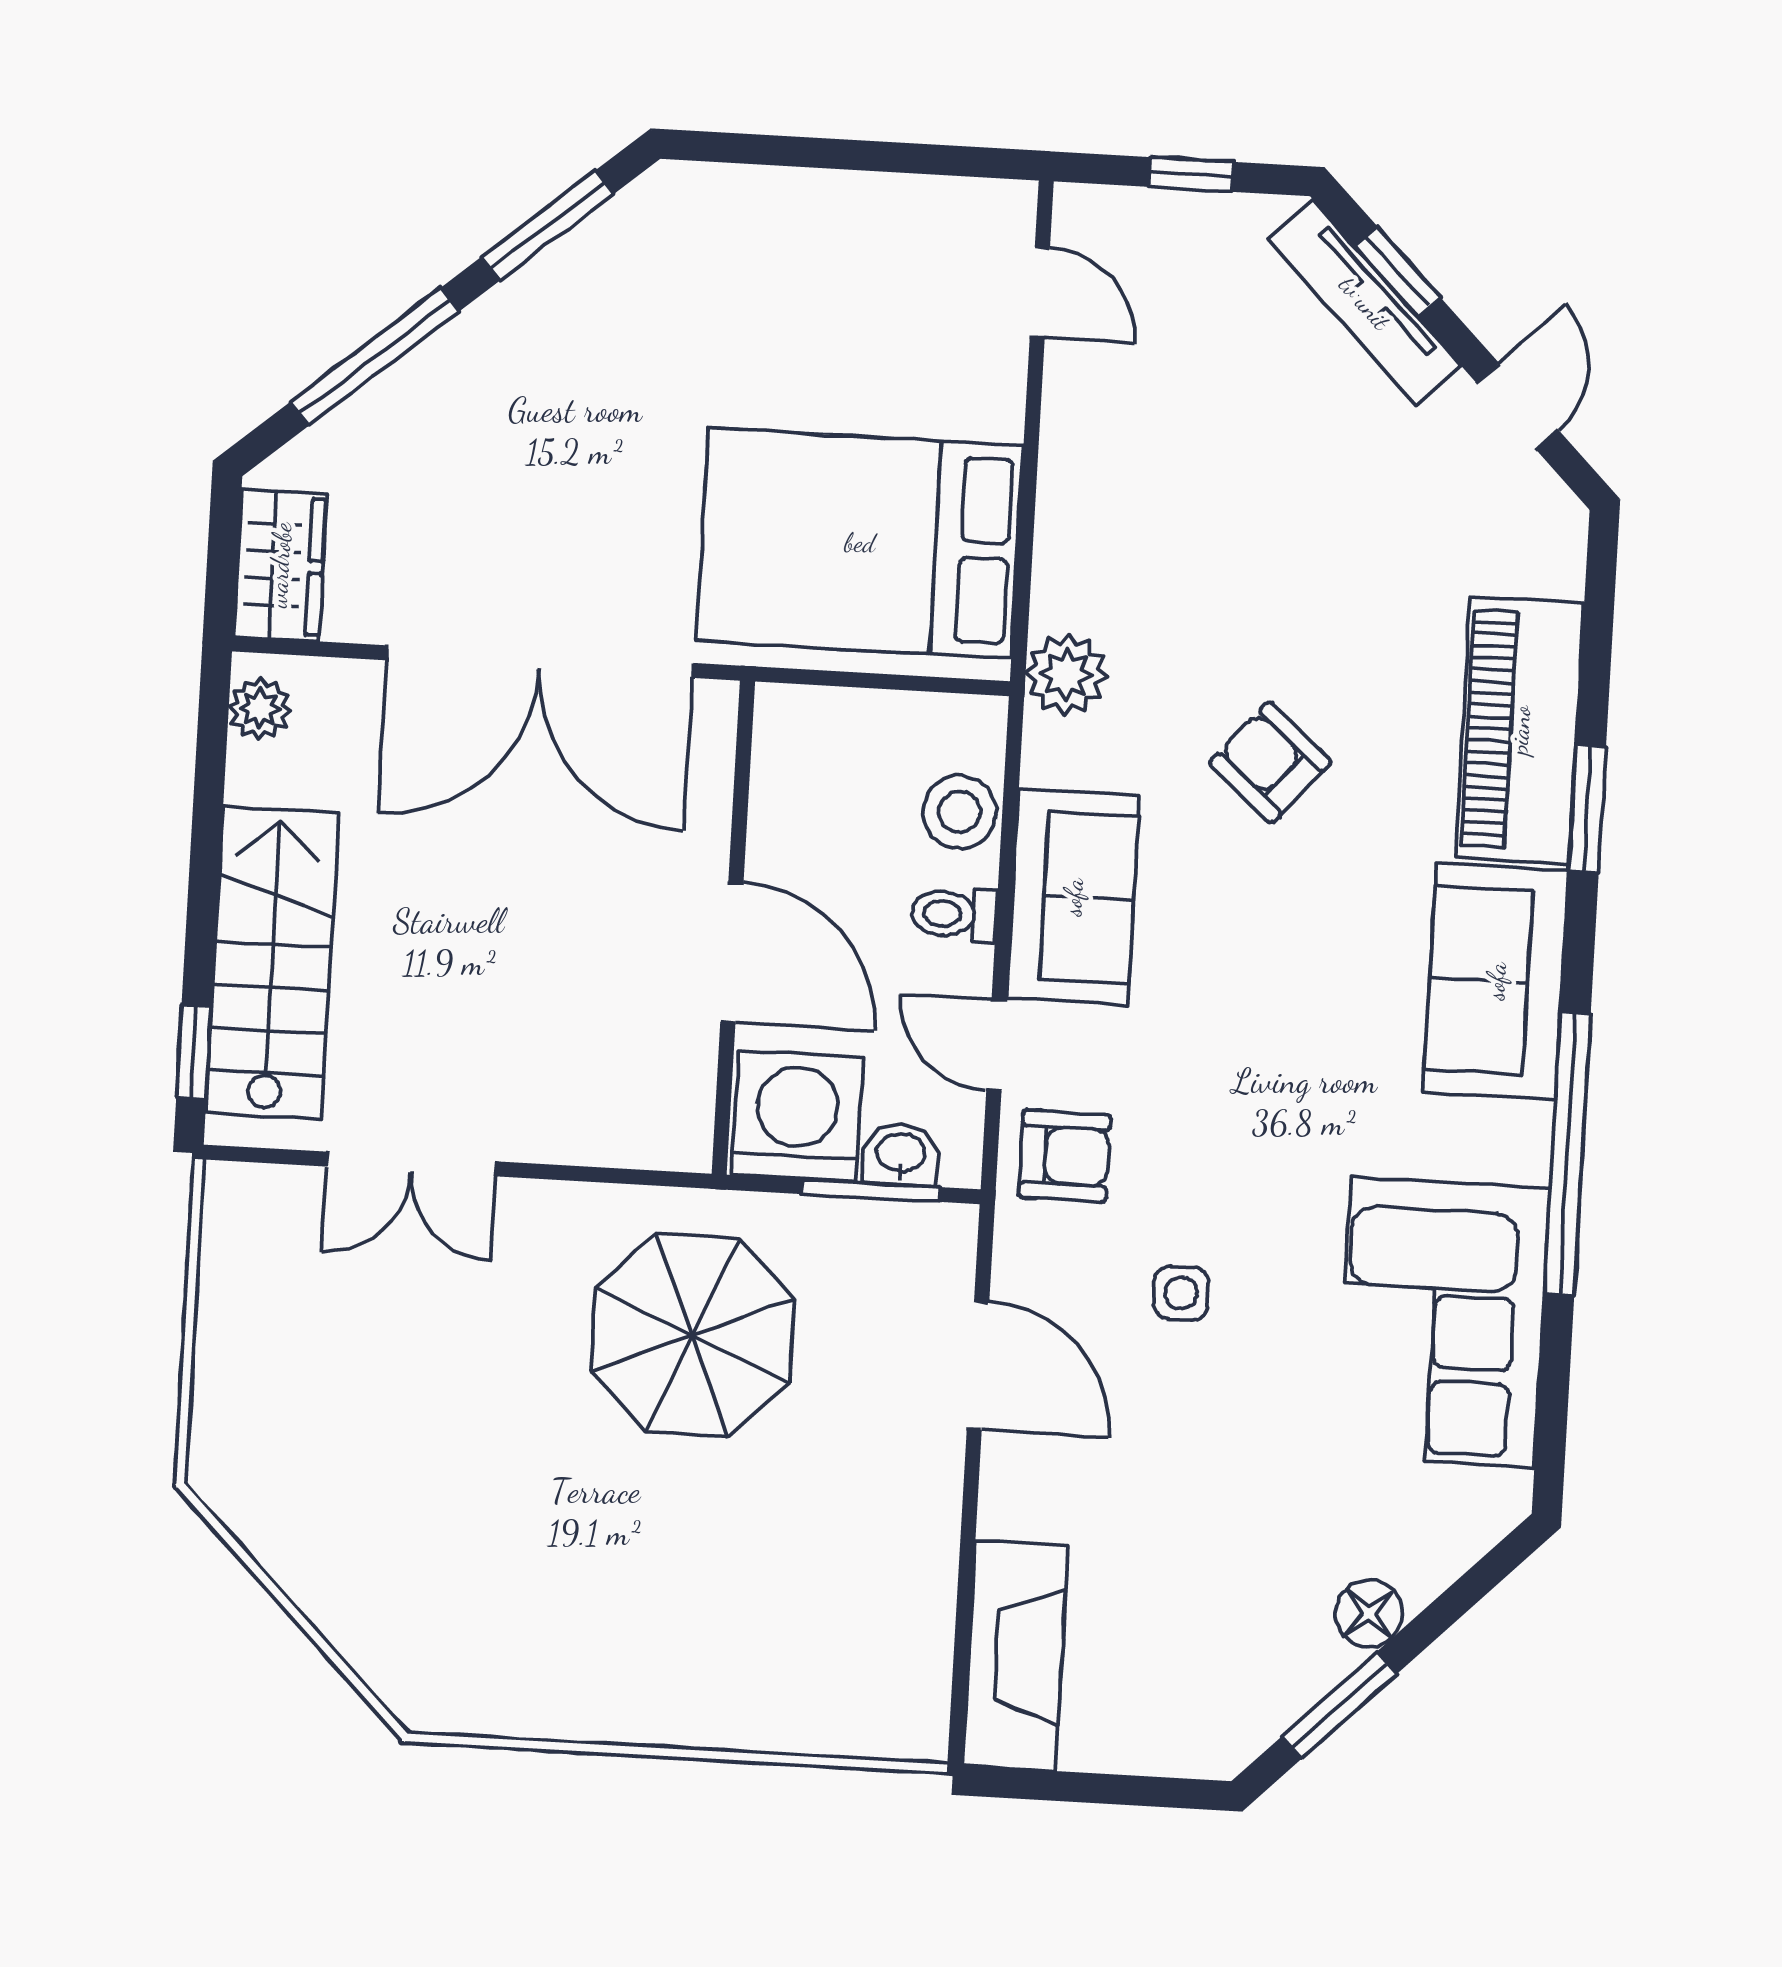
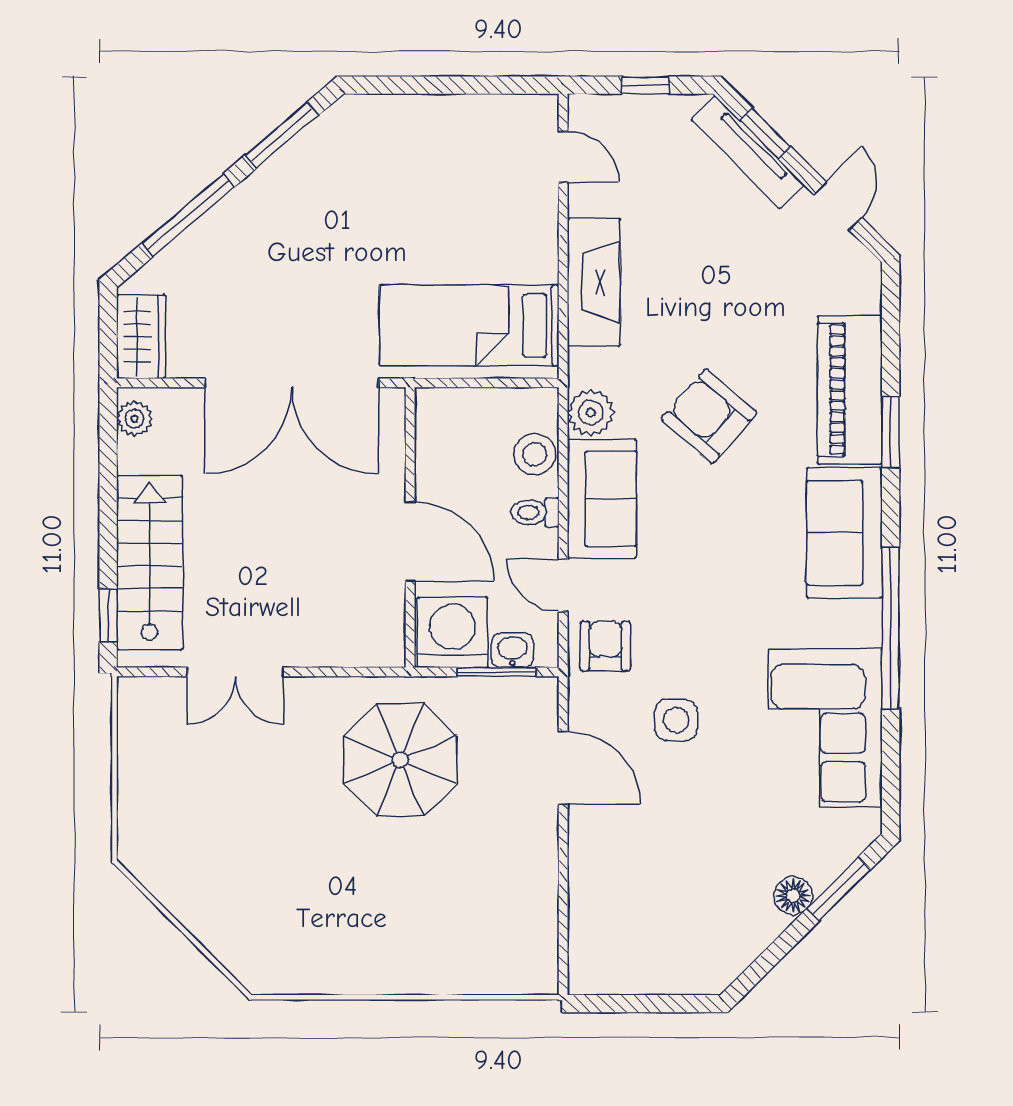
bed: (860, 543) -> (469, 325), width x0.67
plant: (1066, 675) -> (591, 413), moved
armchair: (1270, 762) -> (709, 416), width x1.38, depth x1.38
armchair: (1065, 1156) -> (605, 646), turned -90
side table: (1181, 1293) -> (676, 720), width x1.37, depth x1.37
fireplace: (1015, 1656) -> (594, 282), moved
window: (1339, 1705) -> (839, 889), moved

